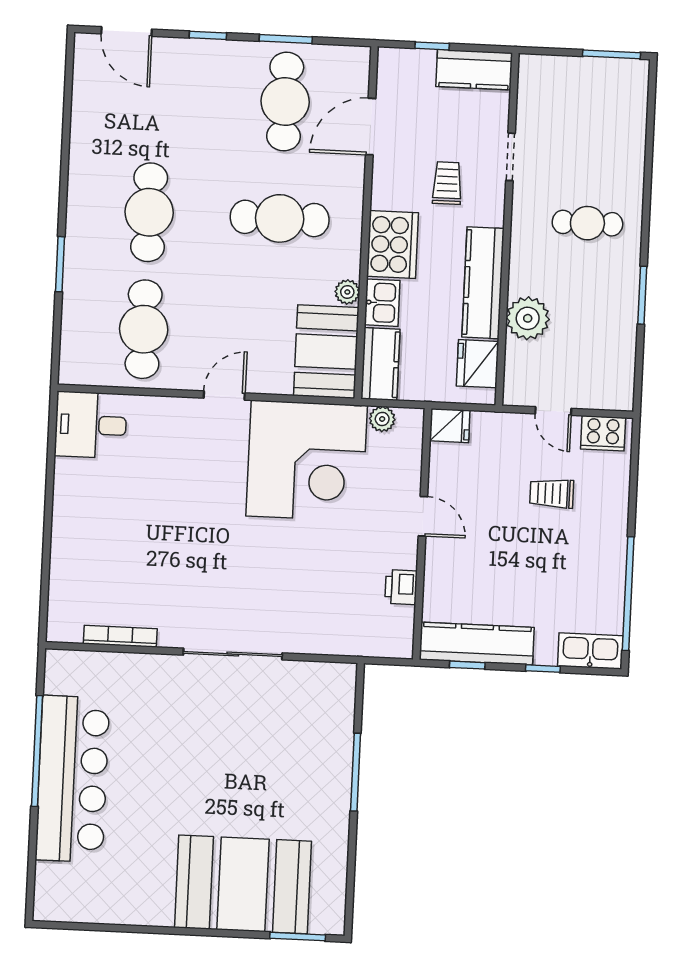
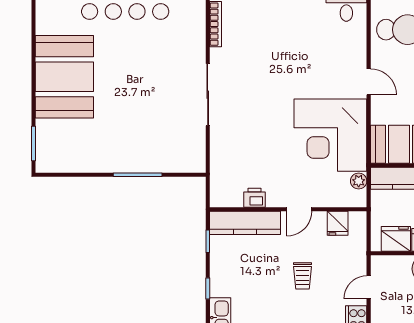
fridge: (450, 426) -> (338, 223), moved
trolley: (552, 493) -> (303, 276), moved, turned 180
kitchen counter: (477, 644) -> (245, 223), moved, turned 90
booth: (243, 884) -> (64, 77), moved

